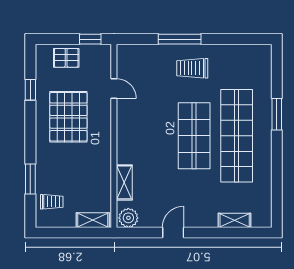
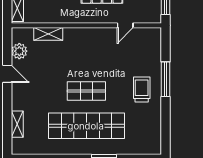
shop shelf: (194, 136) -> (86, 91), width x0.70, depth x0.74
plant: (128, 218) -> (19, 51), moved

